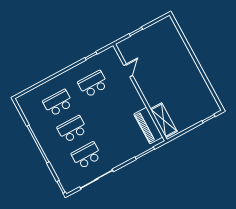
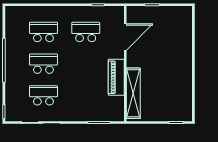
door: (128, 71) -> (125, 37), width x1.88
shelving: (164, 120) -> (133, 93), width x1.47
piano: (148, 126) -> (116, 77), moved

